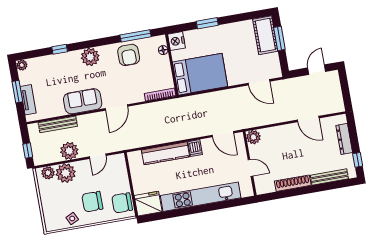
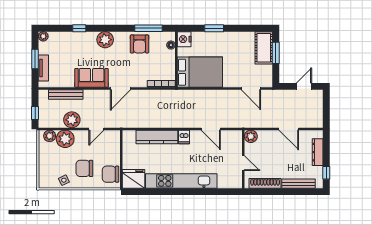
plant: (253, 137) -> (251, 136), moved
wall: (250, 163) -> (243, 159), moved
door: (250, 168) -> (243, 163), moved

